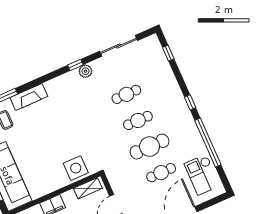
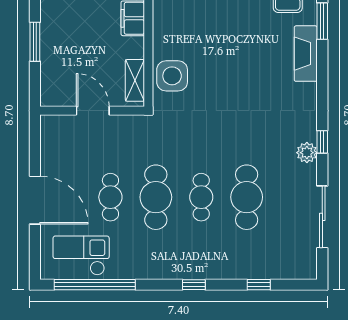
window: (168, 53) -> (259, 285), moved
cafe table: (126, 94) -> (247, 197), width x1.37, depth x1.35
window: (208, 143) -> (95, 285), moved

